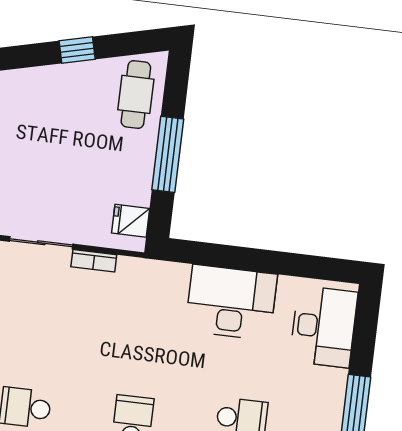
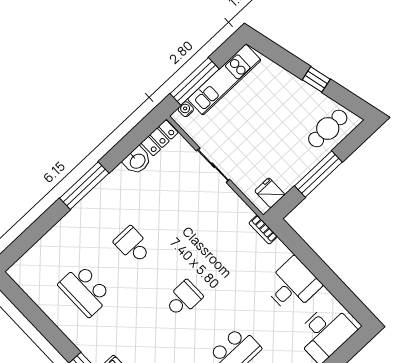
bookcase: (94, 261) -> (263, 230), moved
desk: (231, 302) -> (293, 285), width x0.73

